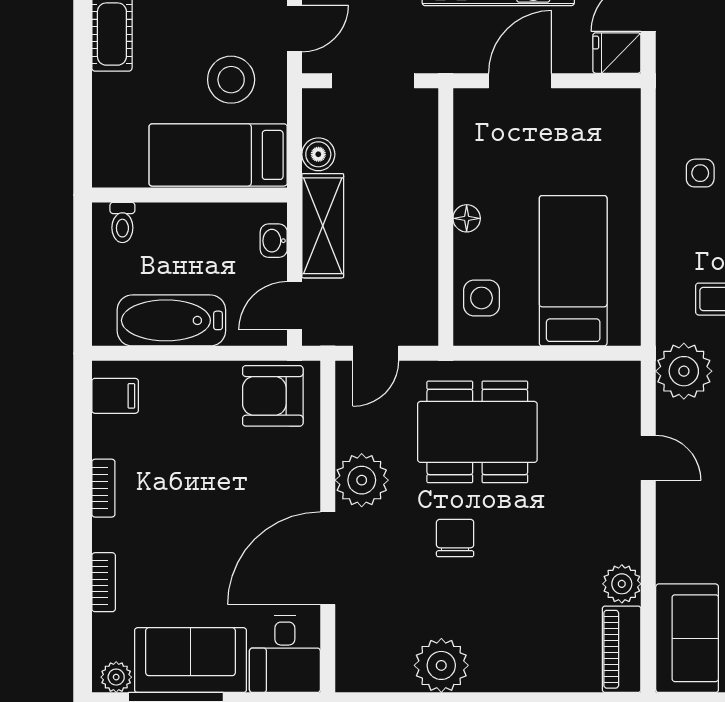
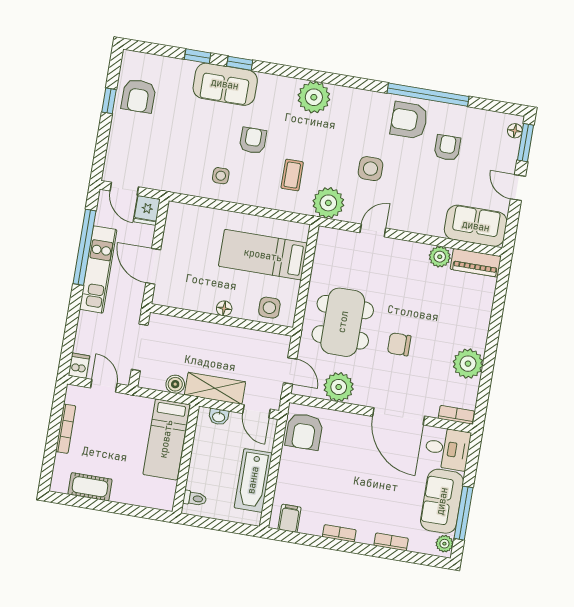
stool: (231, 80) -> (126, 425), removed
plant: (362, 480) -> (339, 387), moved
bookcase: (347, 660) -> (456, 415), added

